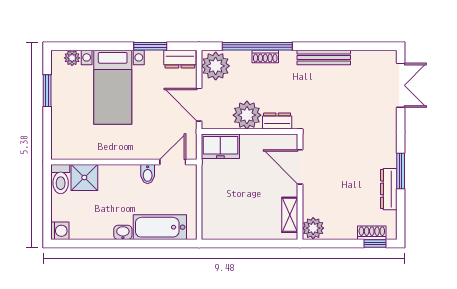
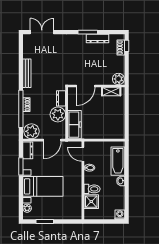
freezer: (220, 146) -> (74, 125), width x1.40
toilet: (61, 179) -> (92, 189), moved

